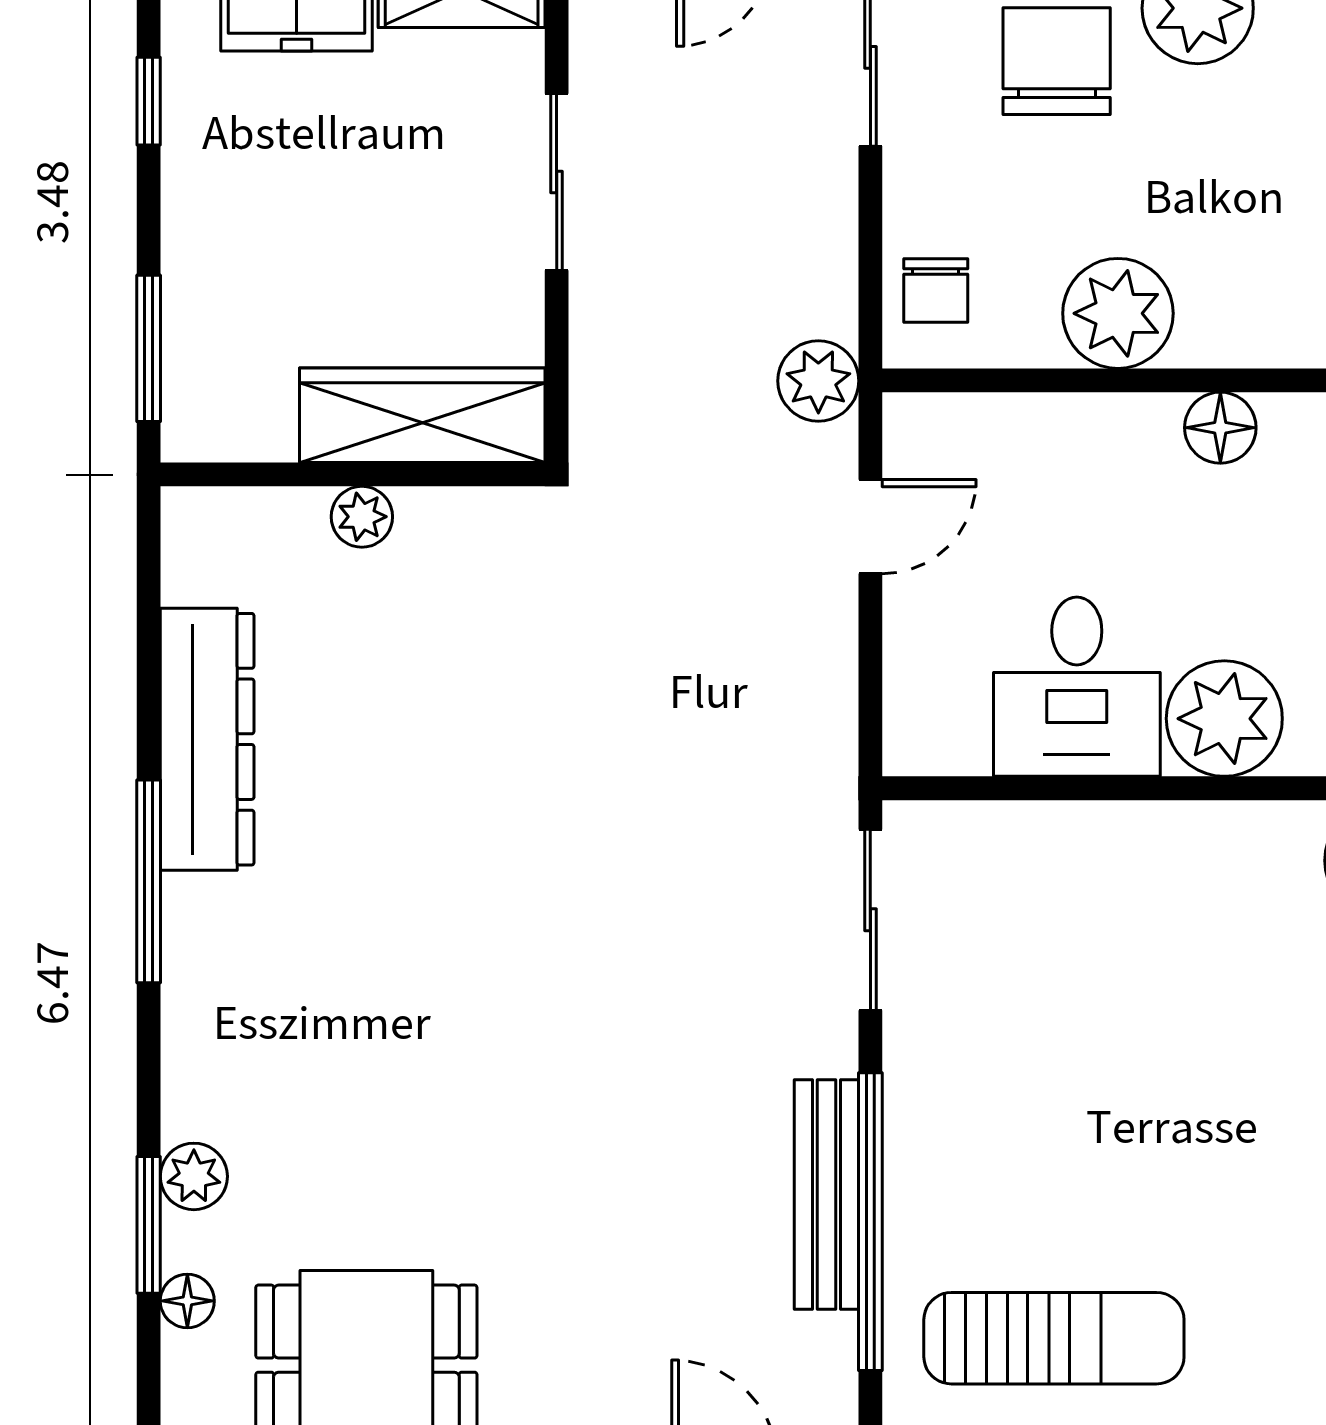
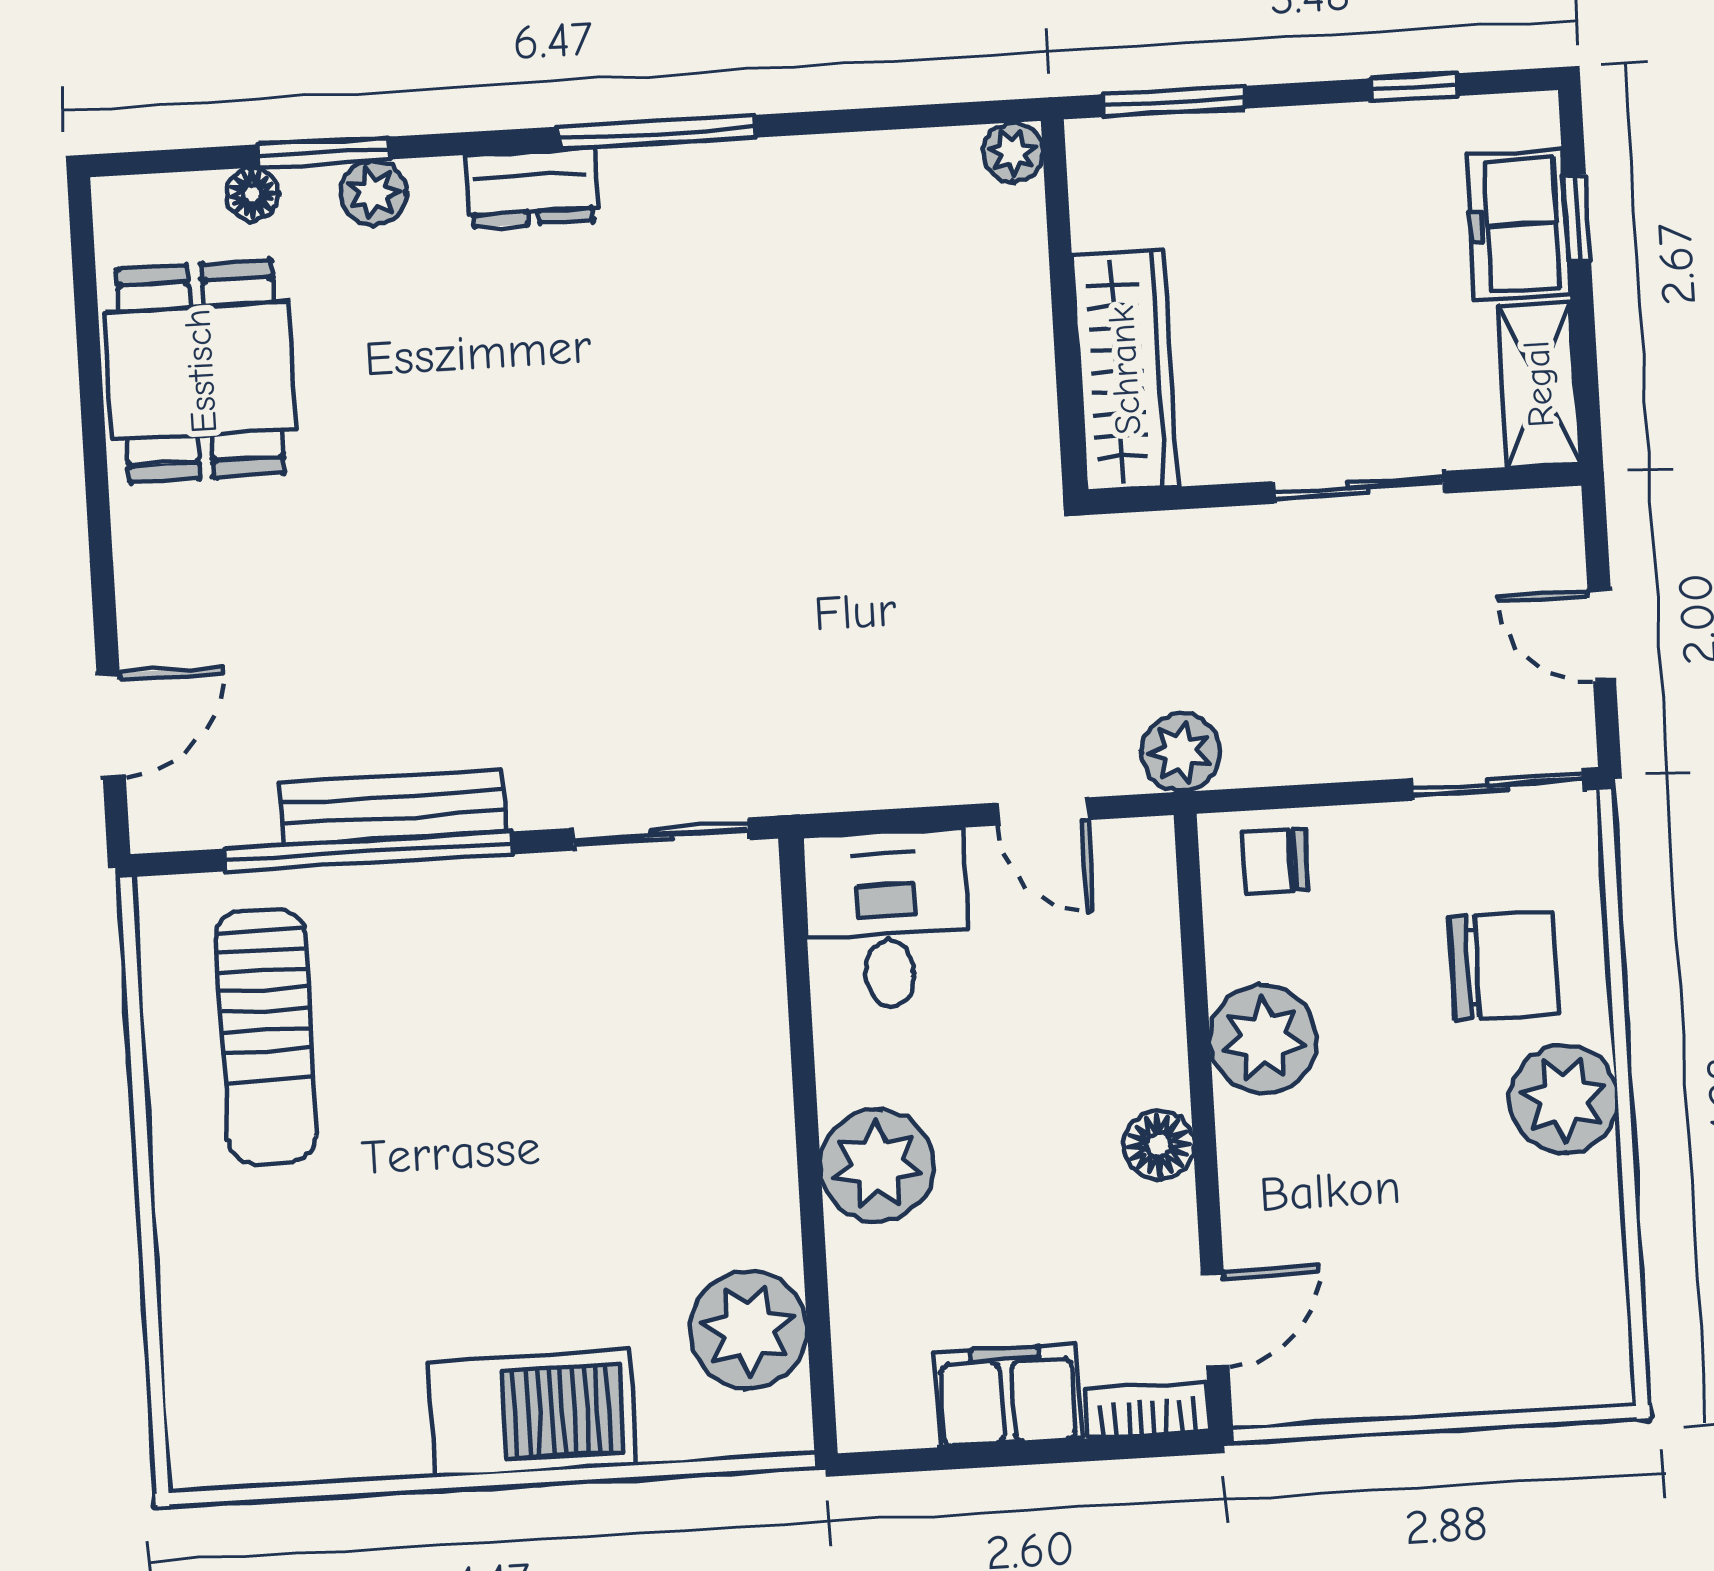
plant: (362, 517) -> (1013, 152), moved
desk: (1077, 687) -> (887, 919), moved, turned 90
dresser: (207, 739) -> (532, 188), moved, width x0.51, depth x0.80

